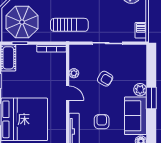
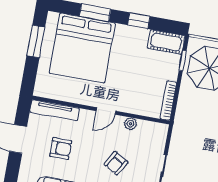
sun lounger: (69, 25) -> (195, 129), removed

